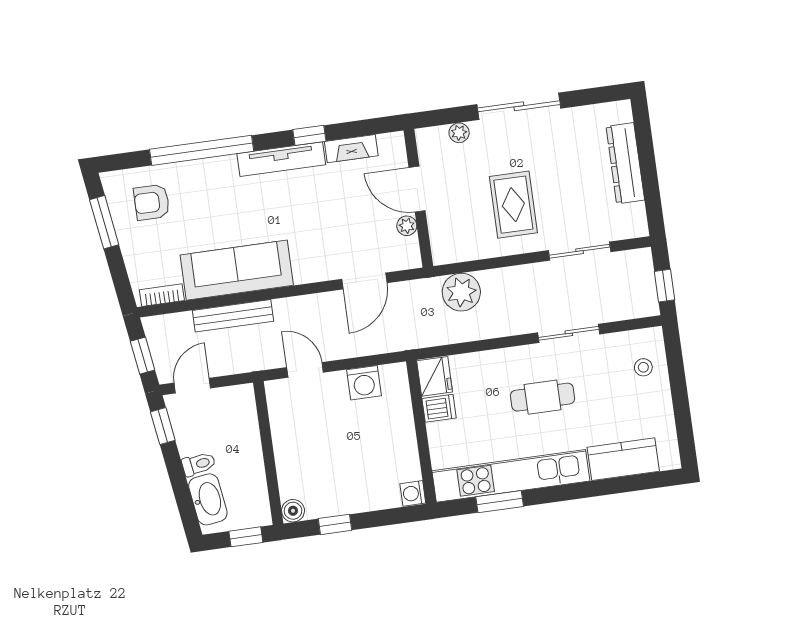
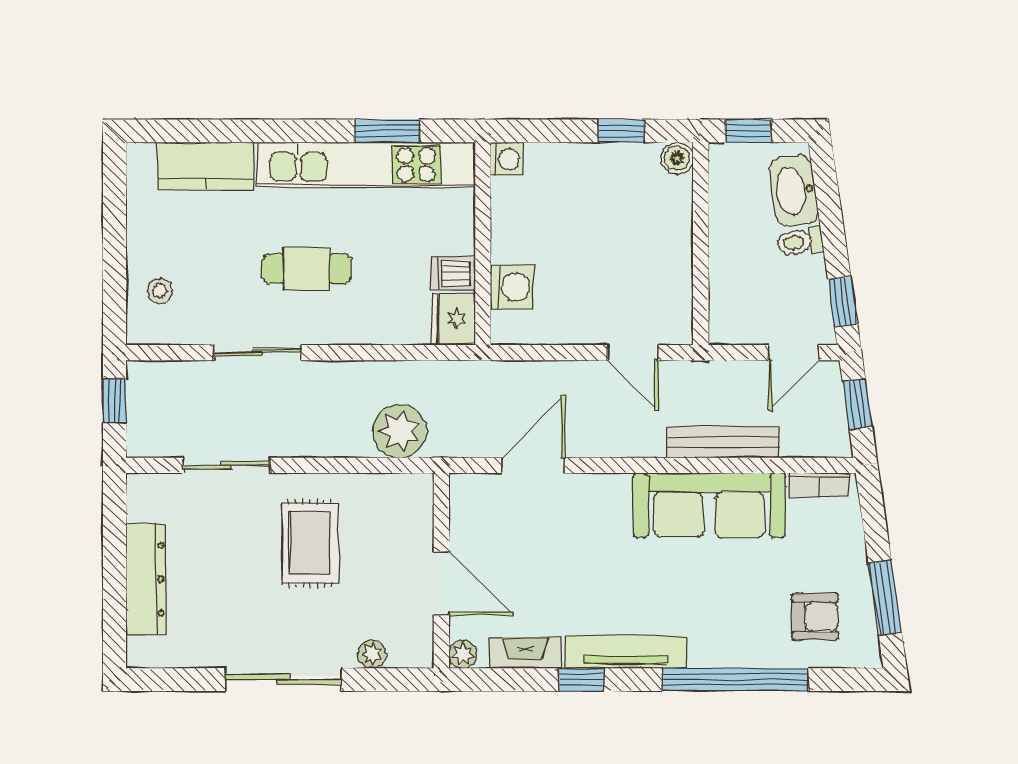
plant: (407, 226) -> (463, 654), moved
washing machine: (364, 383) -> (512, 287), moved, turned 90

